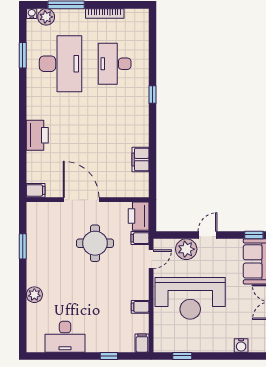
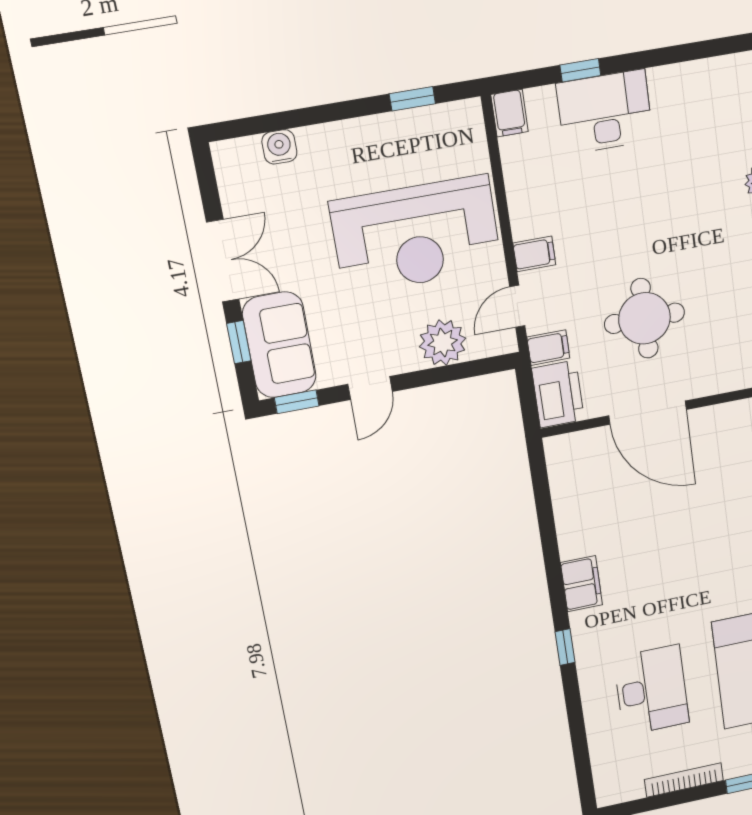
filing cabinet: (141, 160) -> (581, 584), moved
door: (81, 200) -> (648, 413), moved
door: (208, 235) -> (370, 388), moved
reception desk: (190, 298) -> (416, 235), turned 180
filing cabinet: (140, 307) -> (534, 254), moved
desk: (65, 337) -> (605, 112), moved

